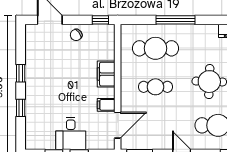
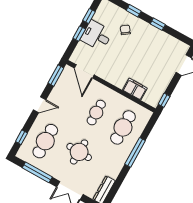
chair: (76, 35) -> (125, 30), moved
filing cabinet: (106, 74) -> (135, 89), moved
filing cabinet: (106, 105) -> (103, 71), removed

